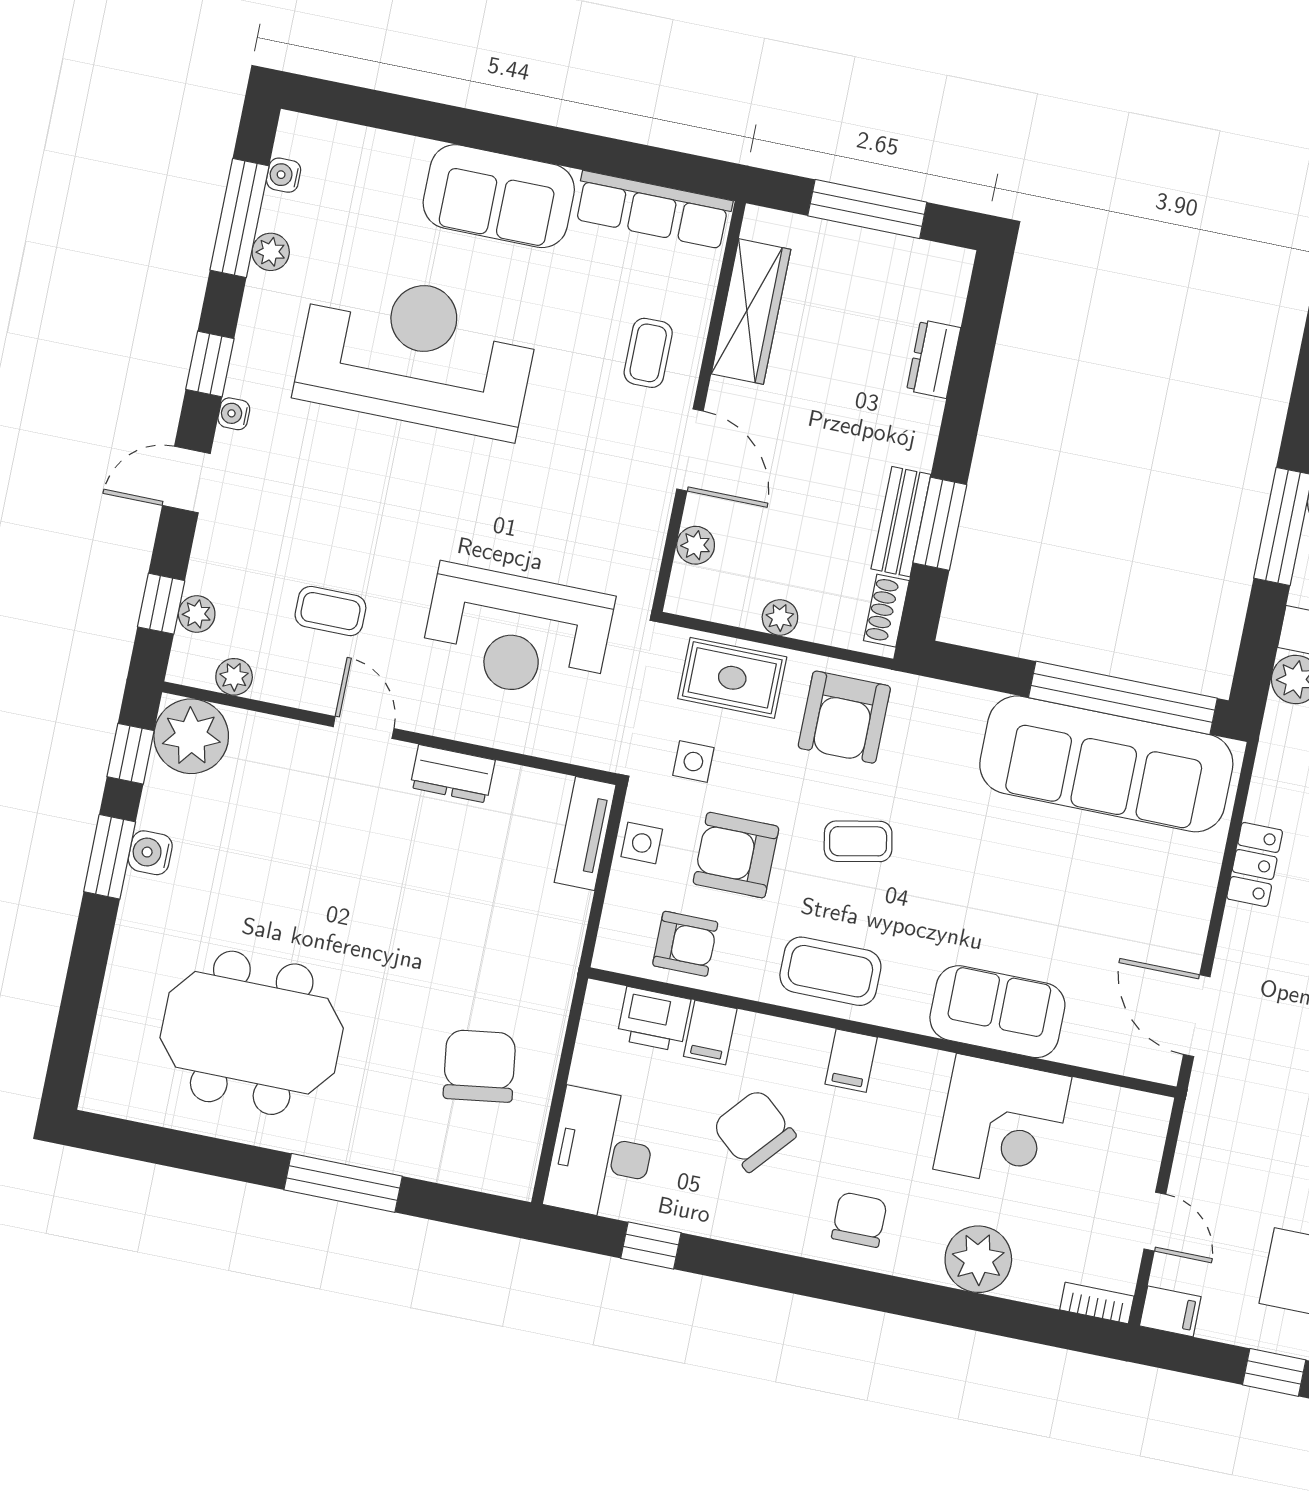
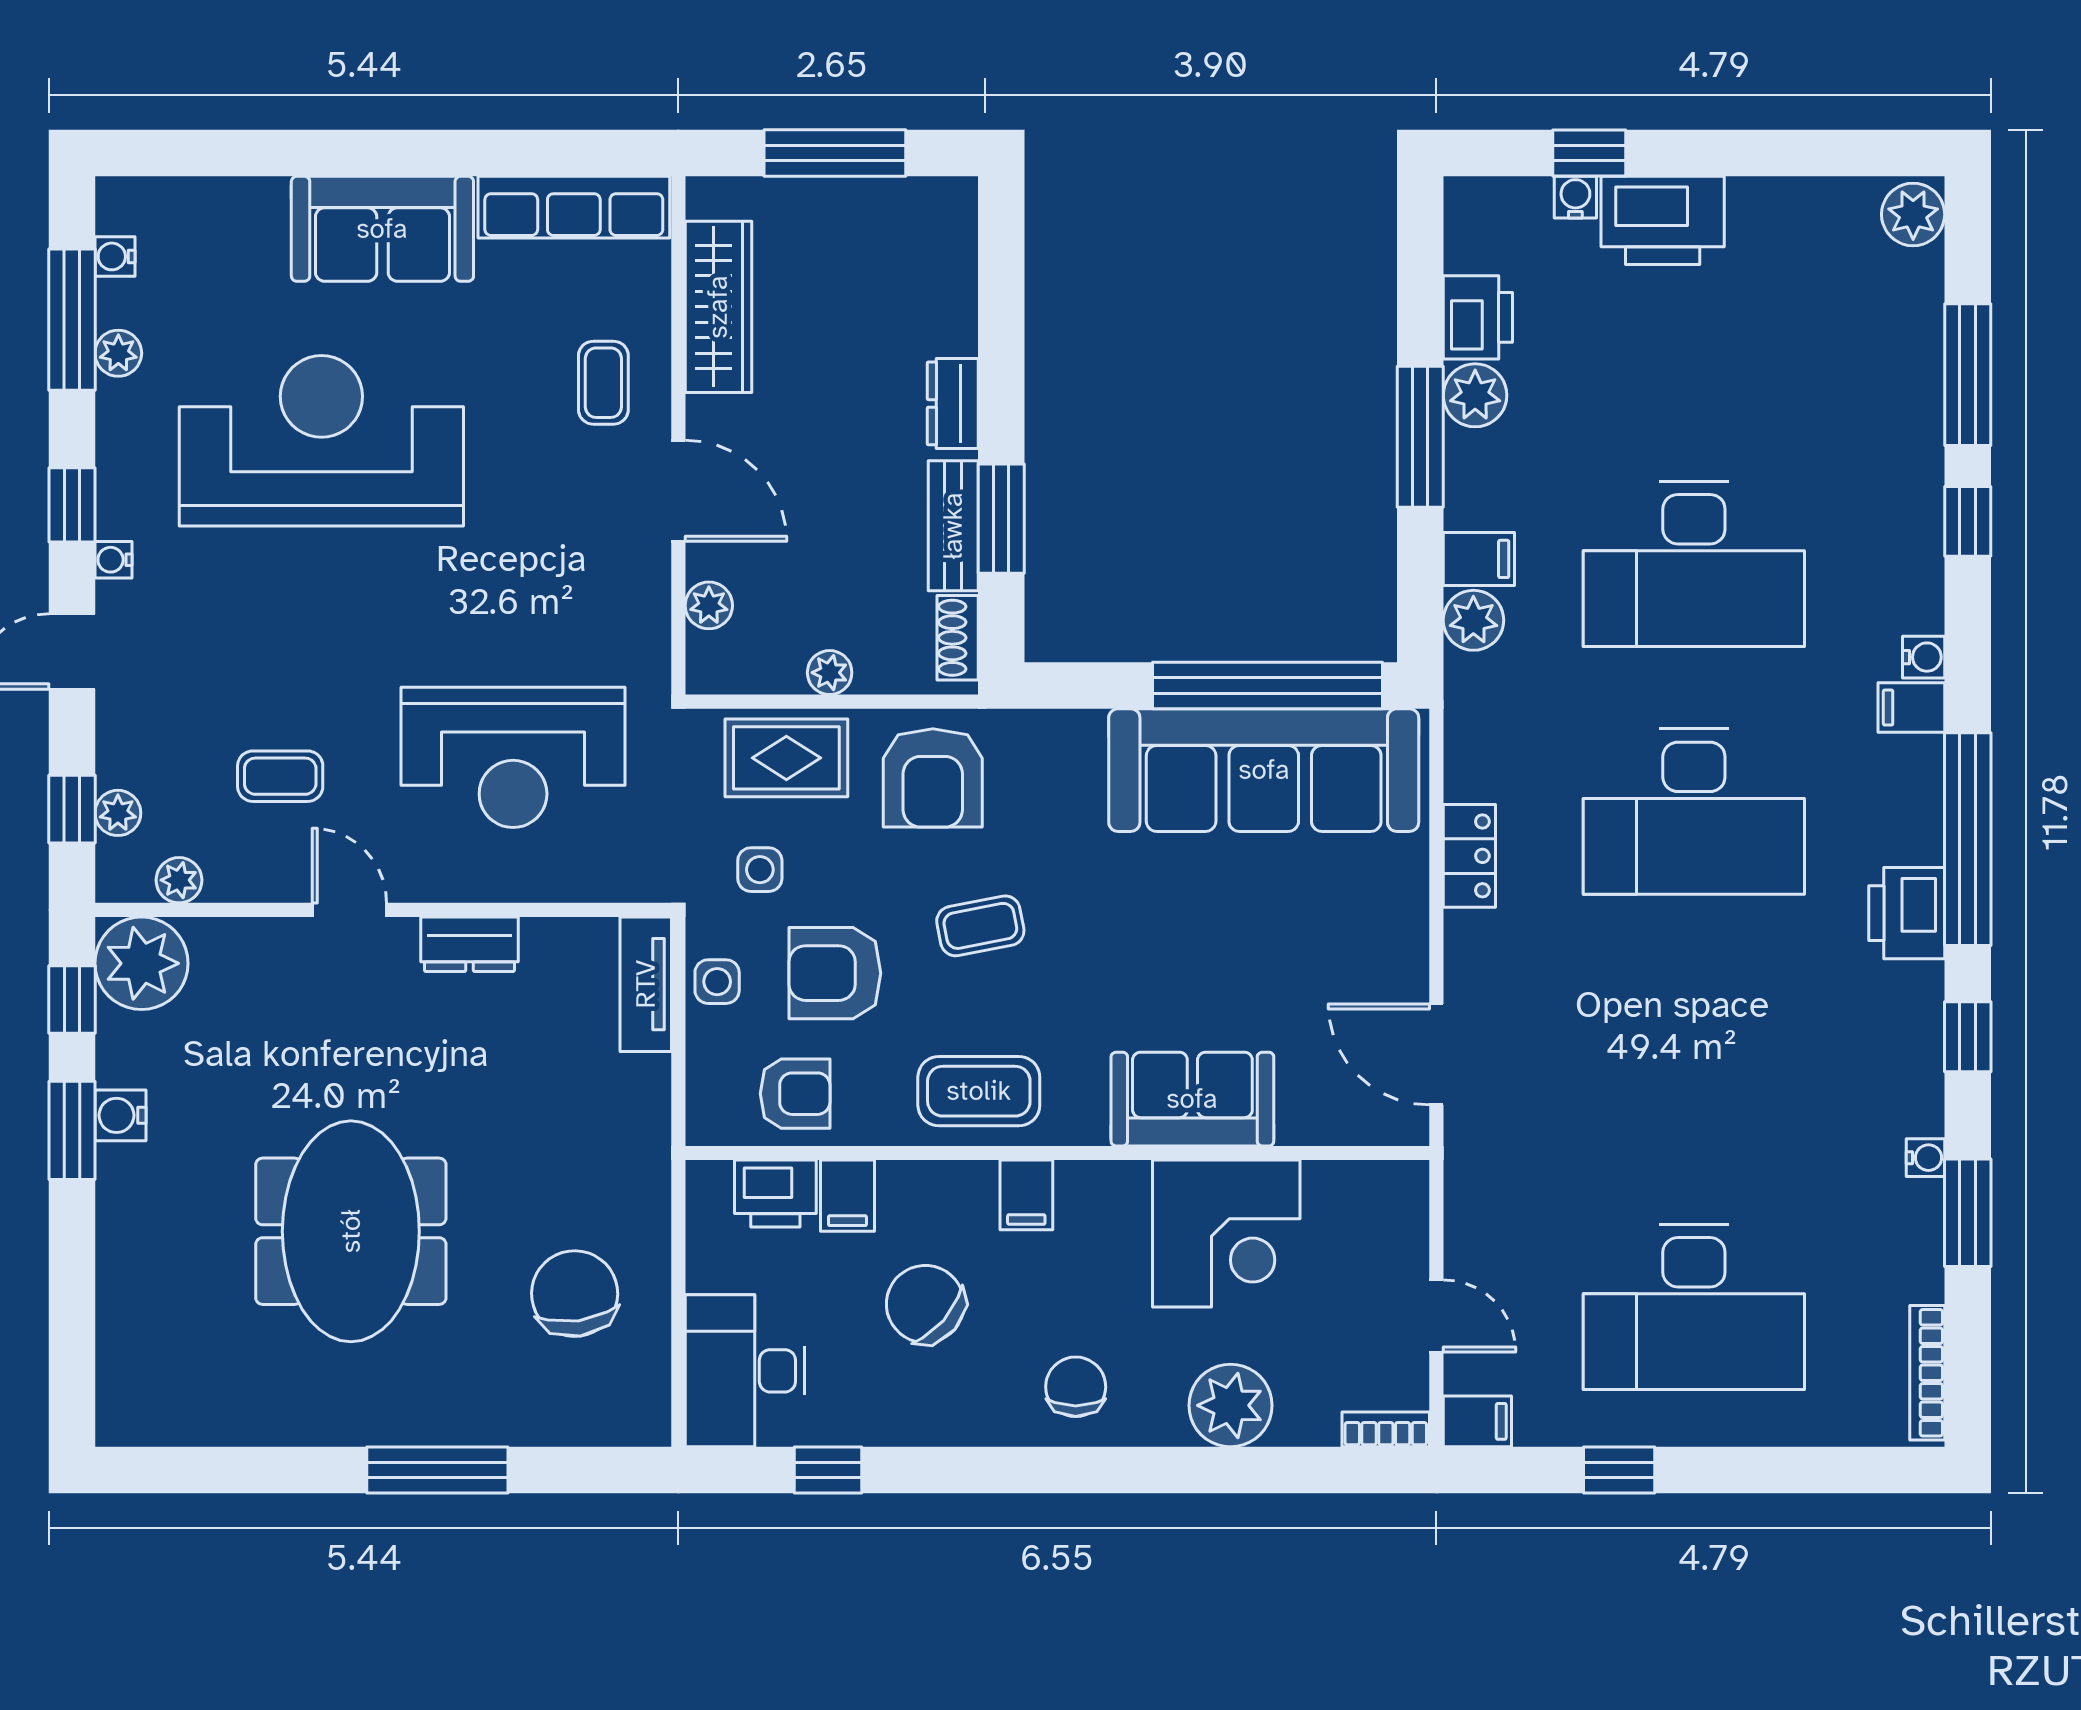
dresser: (934, 359) -> (953, 403), moved
meeting table: (252, 1033) -> (351, 1231), moved, turned 90

